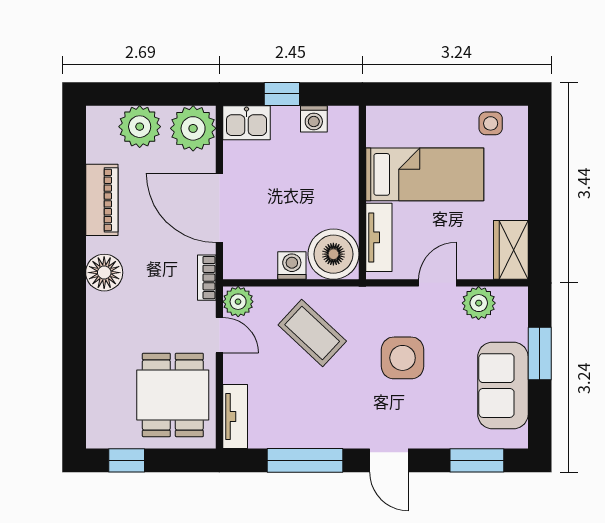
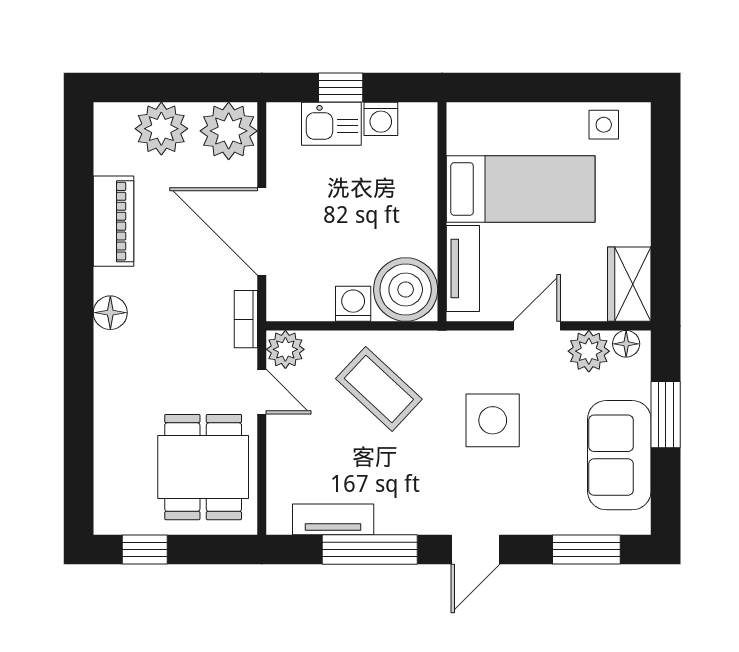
kitchen sink: (246, 123) -> (331, 124), moved
floor lamp: (104, 273) -> (110, 313), width x0.73, depth x0.73
floor lamp: (508, 297) -> (626, 344), added
tv unit: (235, 417) -> (333, 519), moved, turned -90
door: (389, 460) -> (476, 550), hinge flipped

